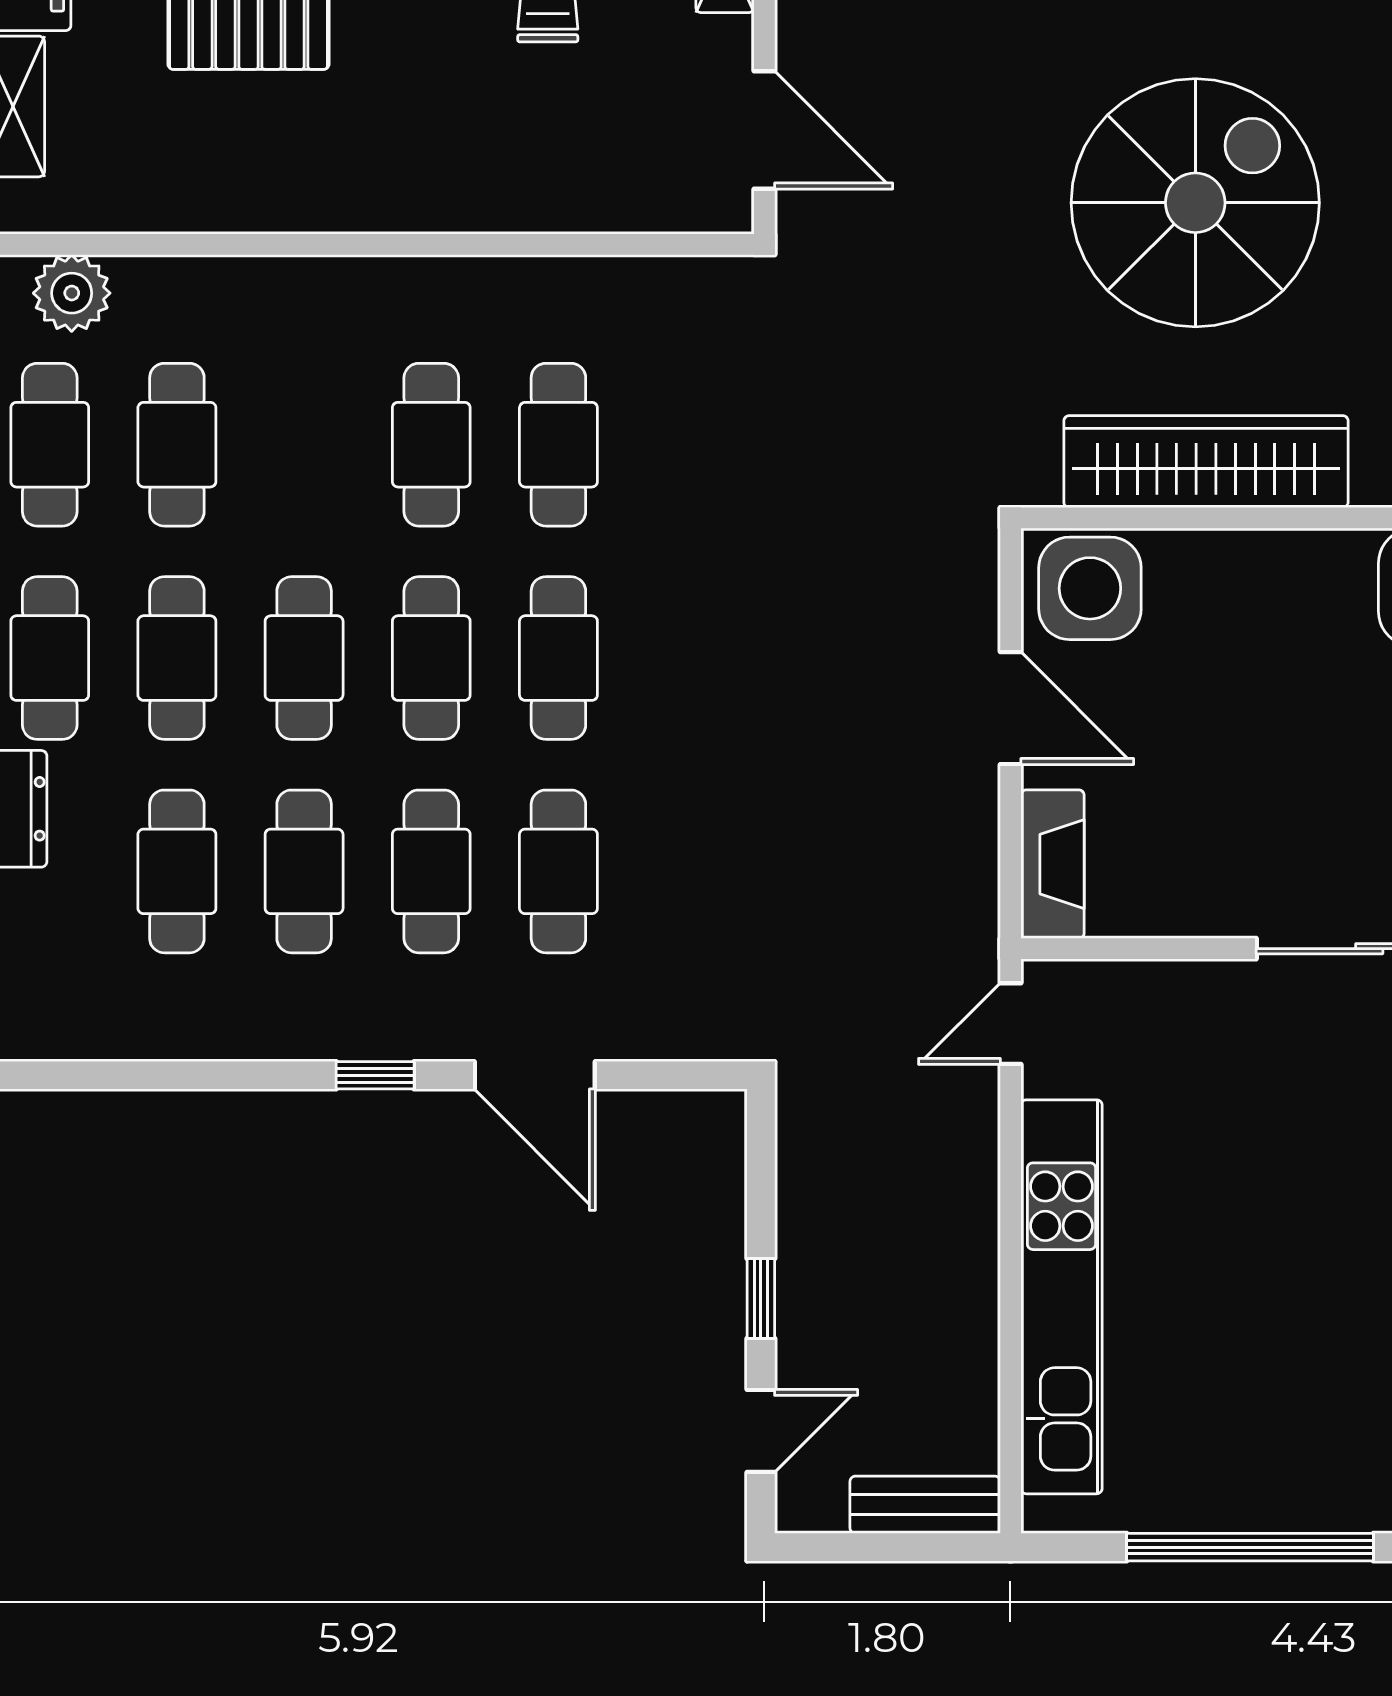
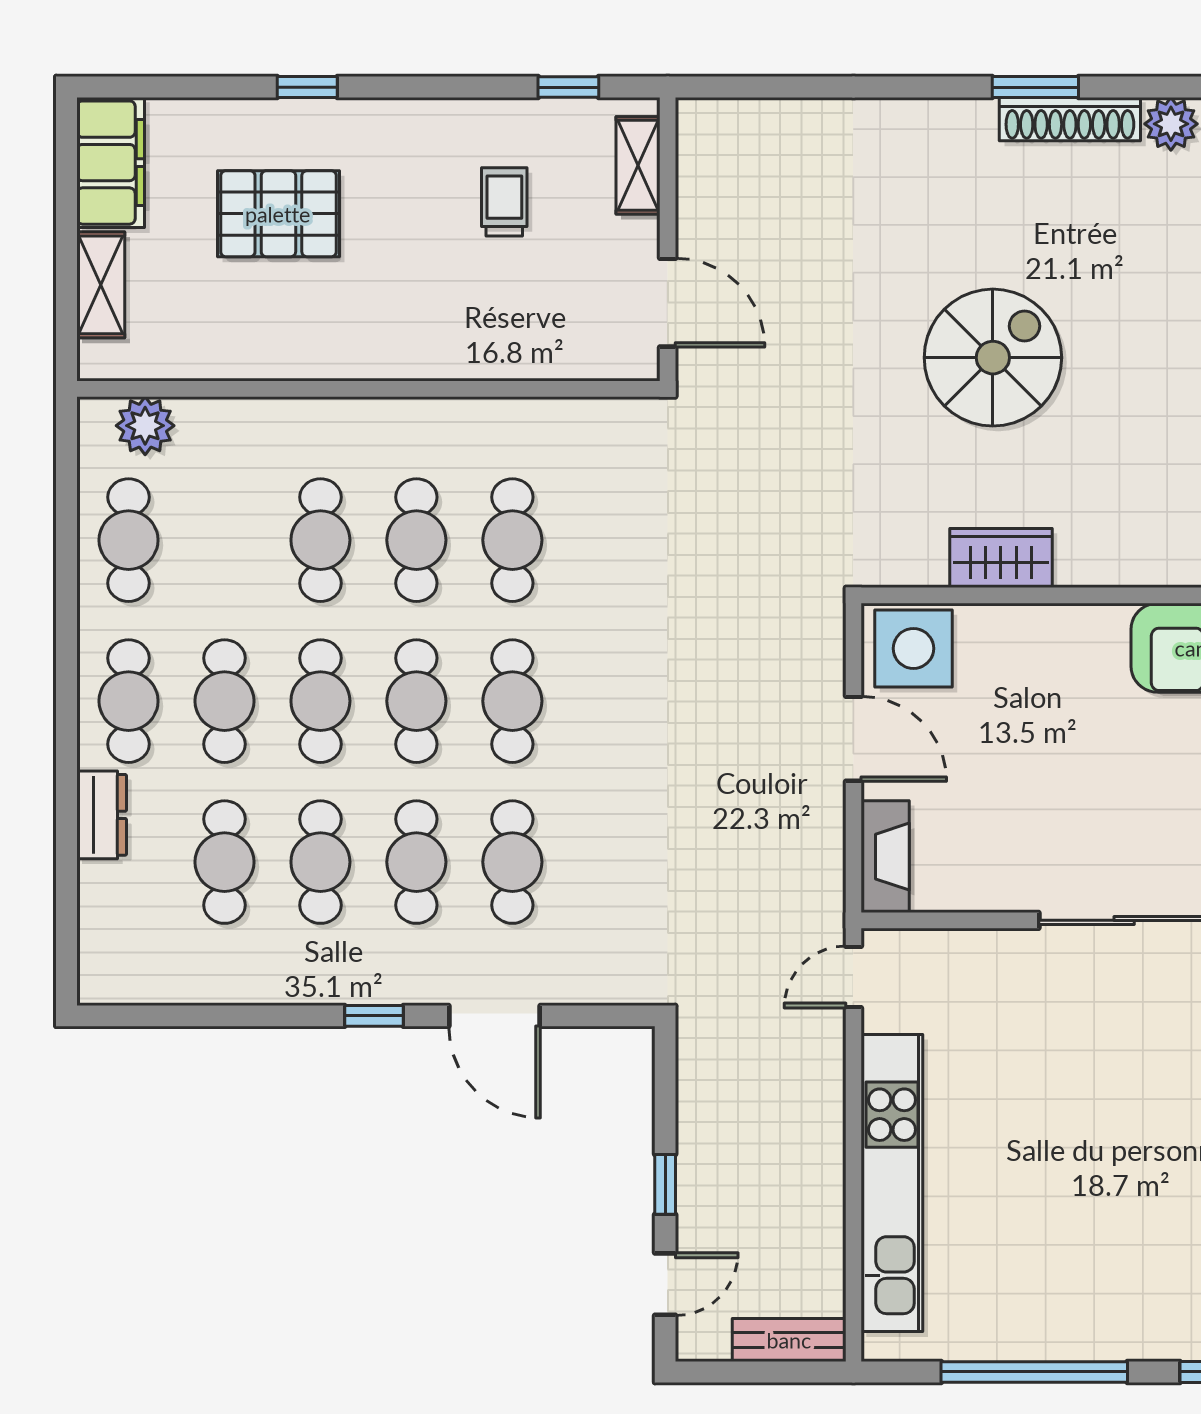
spiral stairs: (1195, 203) -> (993, 358), width x0.73, depth x0.73
cafe table: (177, 445) -> (320, 540), moved
wardrobe: (1206, 462) -> (1001, 558), width x0.48, depth x0.85

